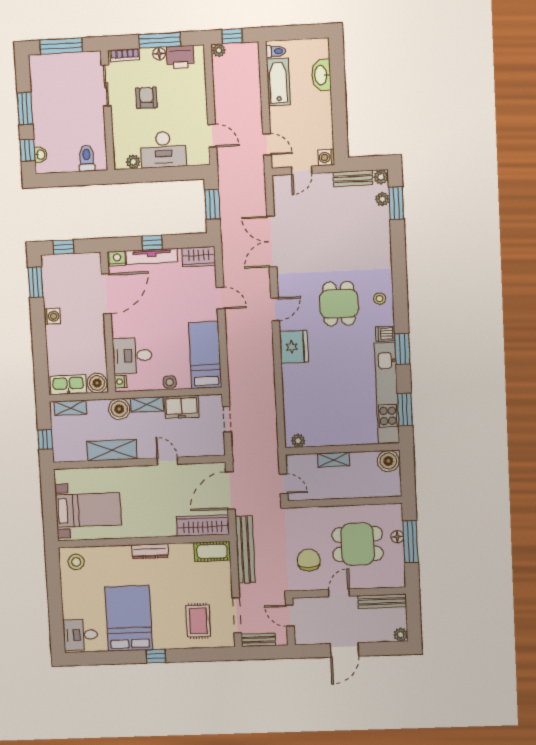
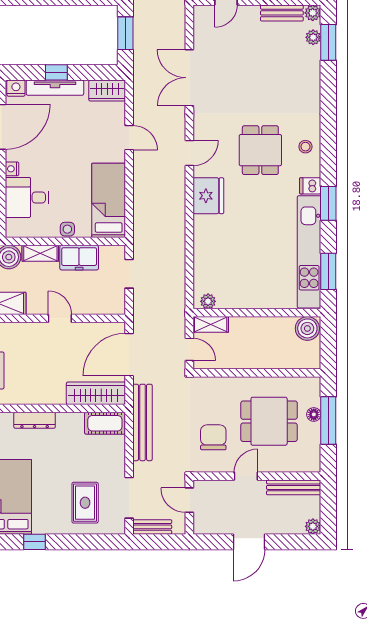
nightstand: (120, 382) -> (12, 169), moved
shelving: (334, 460) -> (211, 324), moved

